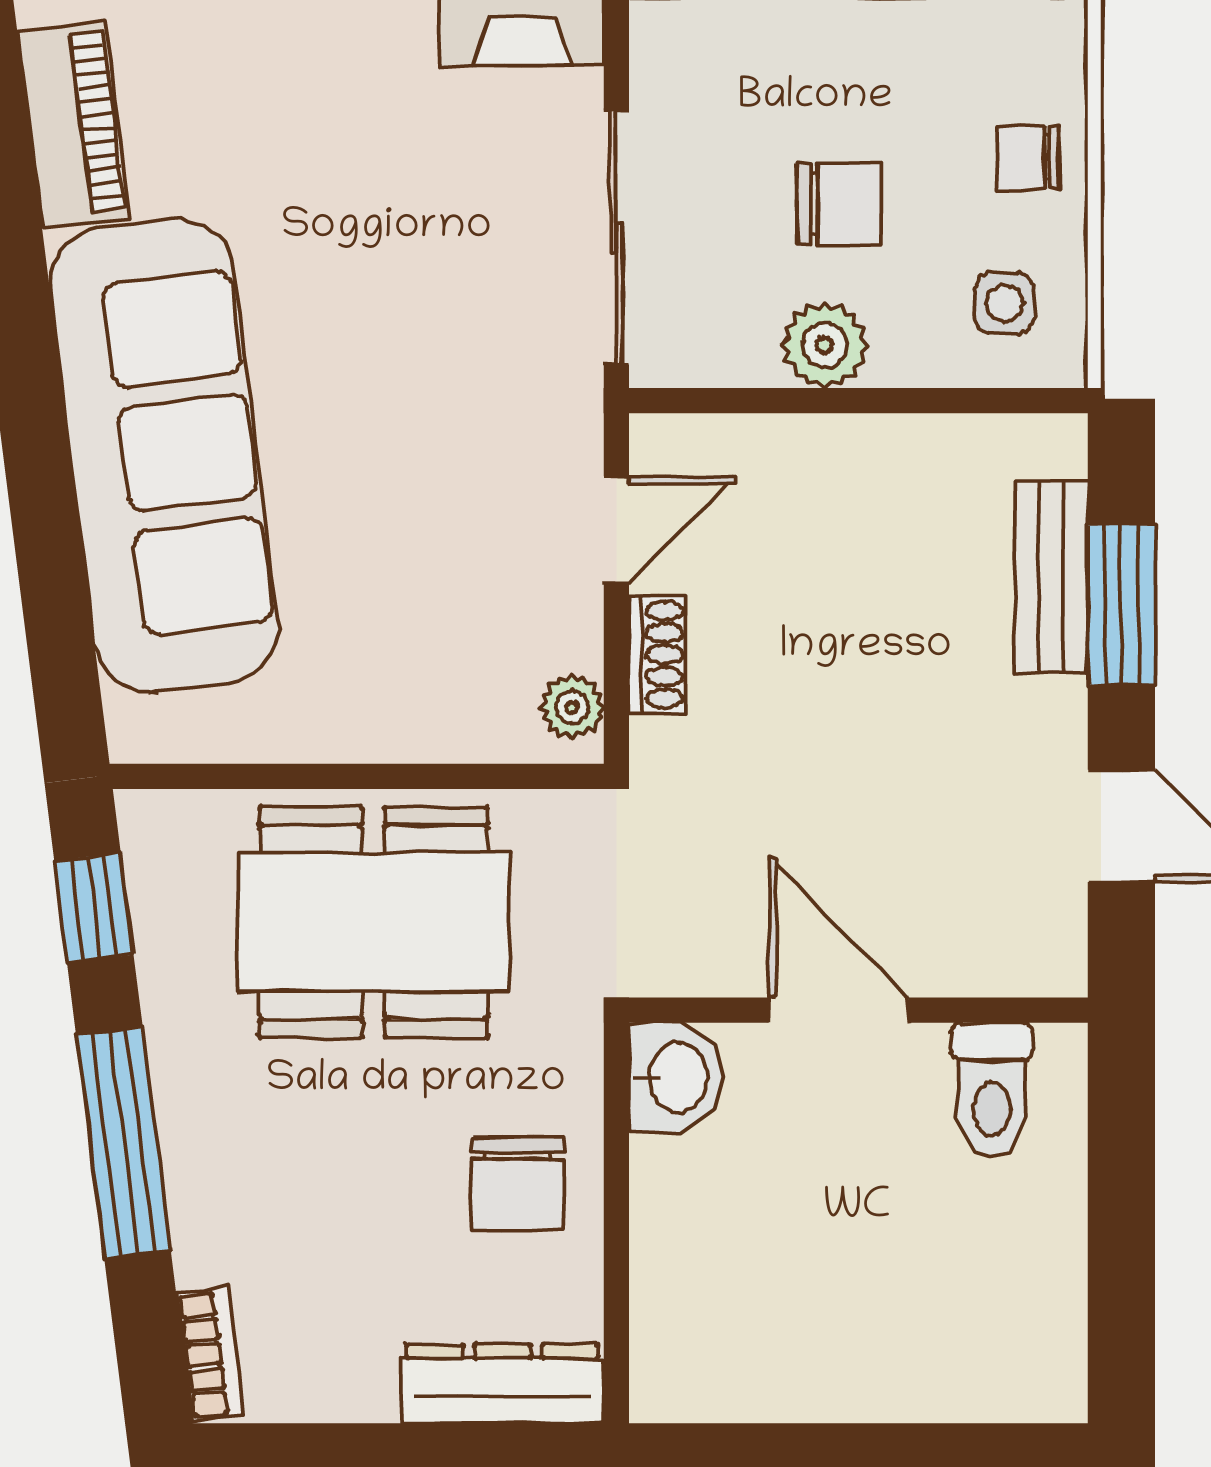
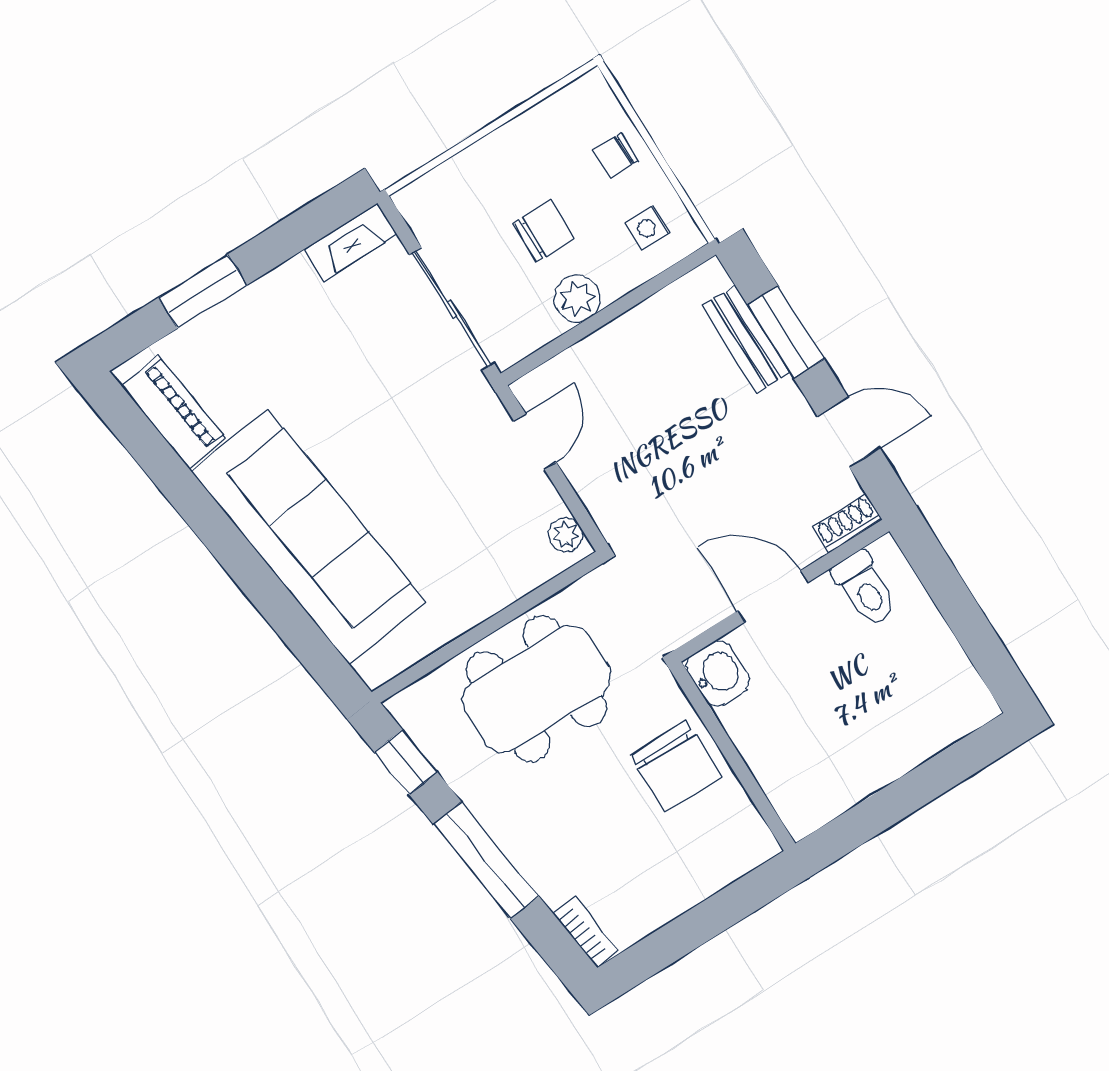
shoe rack: (658, 654) -> (847, 523), moved, turned -90
chair: (518, 1183) -> (676, 766), width x1.37, depth x1.37
dresser: (502, 1384) -> (727, 862), removed

